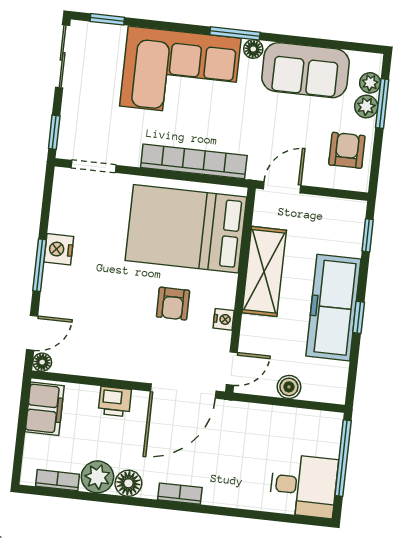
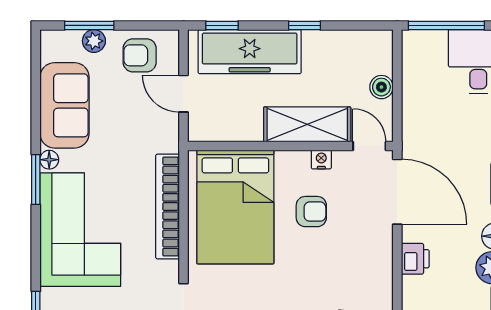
plant: (370, 83) -> (70, 40), removed
door: (282, 187) -> (184, 94), moved
shelving: (264, 271) -> (307, 124), moved
freezer: (333, 308) -> (250, 52), moved

